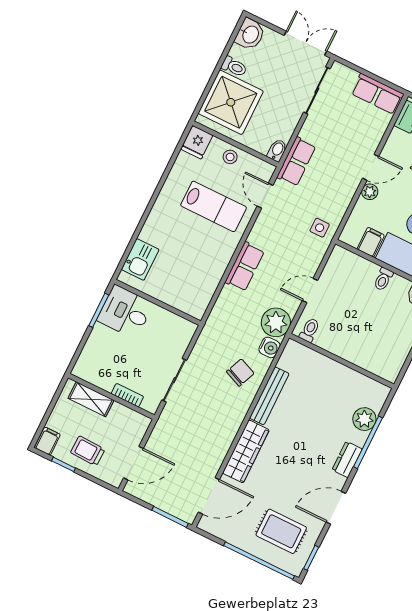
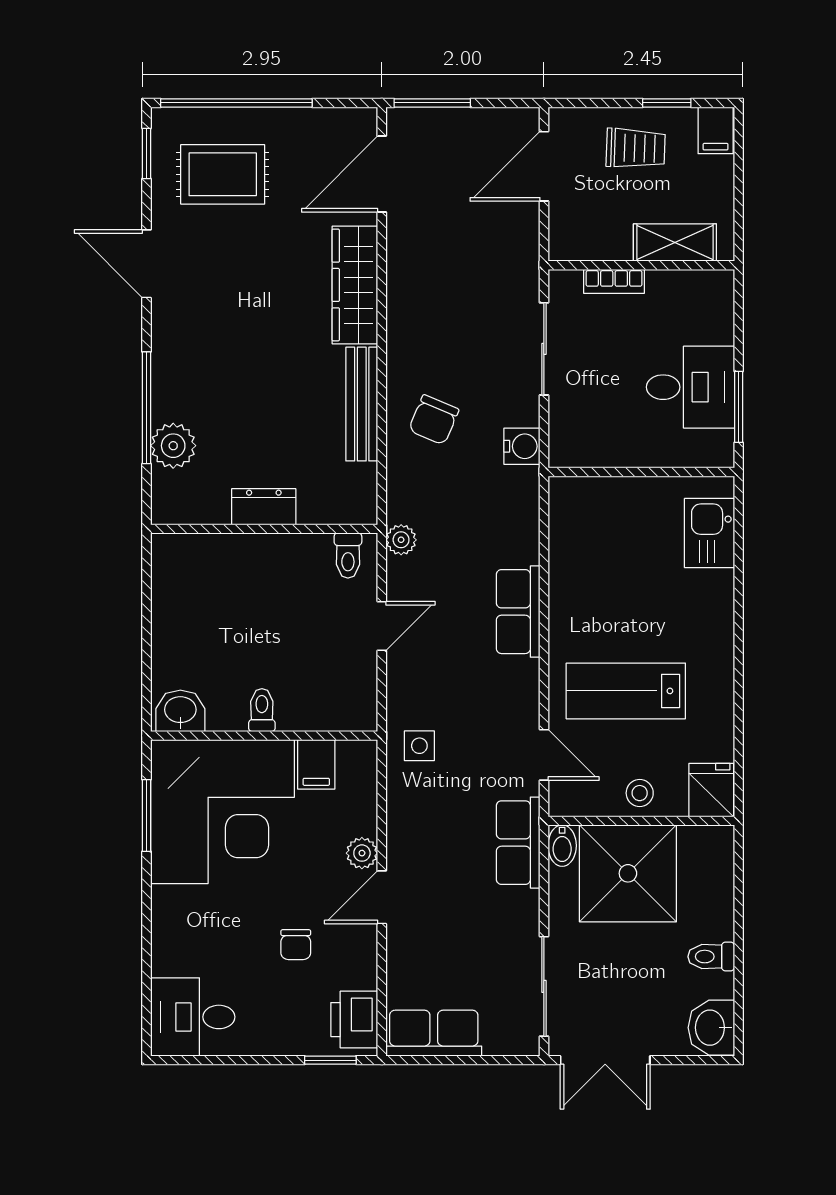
shower: (231, 102) -> (628, 873), moved
desk: (125, 312) -> (690, 387), moved
plant: (276, 322) -> (401, 540), width x0.53, depth x0.53
water cooler: (269, 347) -> (522, 446), moved, turned 180
dresser: (347, 459) -> (264, 507), moved, turned -90
door: (336, 508) -> (147, 264), swing flipped

